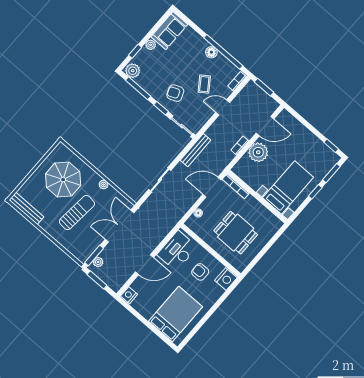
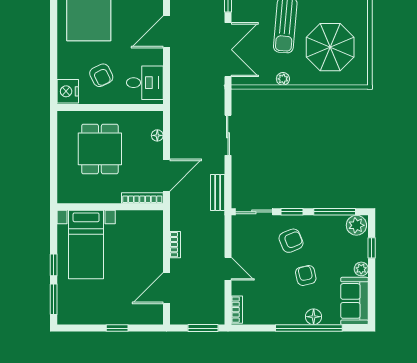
floor lamp: (211, 52) -> (314, 317), moved
window: (223, 52) -> (309, 328), moved
armchair: (184, 67) -> (306, 275), added
coffee table: (204, 84) -> (269, 277), removed
door: (223, 108) -> (228, 269), hinge flipped
window: (331, 146) -> (117, 328), moved
bench: (195, 150) -> (218, 193), width x0.73
plant: (258, 152) -> (150, 254), removed
dining table: (236, 233) -> (100, 149), turned 90
desk: (177, 251) -> (145, 83), width x0.73
armchair: (200, 272) -> (101, 75), turned 64

